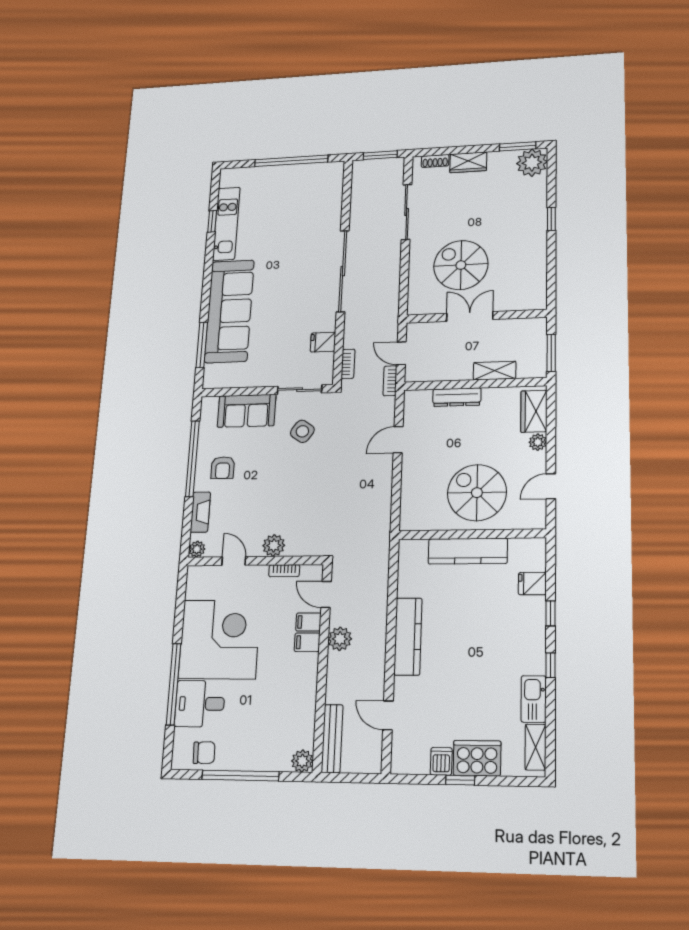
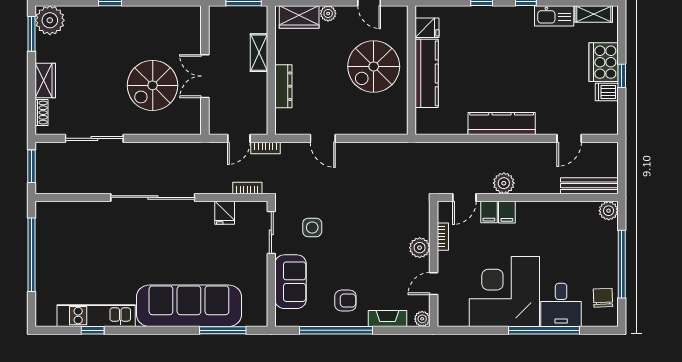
side table: (302, 431) -> (312, 227), turned -35
fridge: (532, 584) -> (427, 28), moved, turned -90

